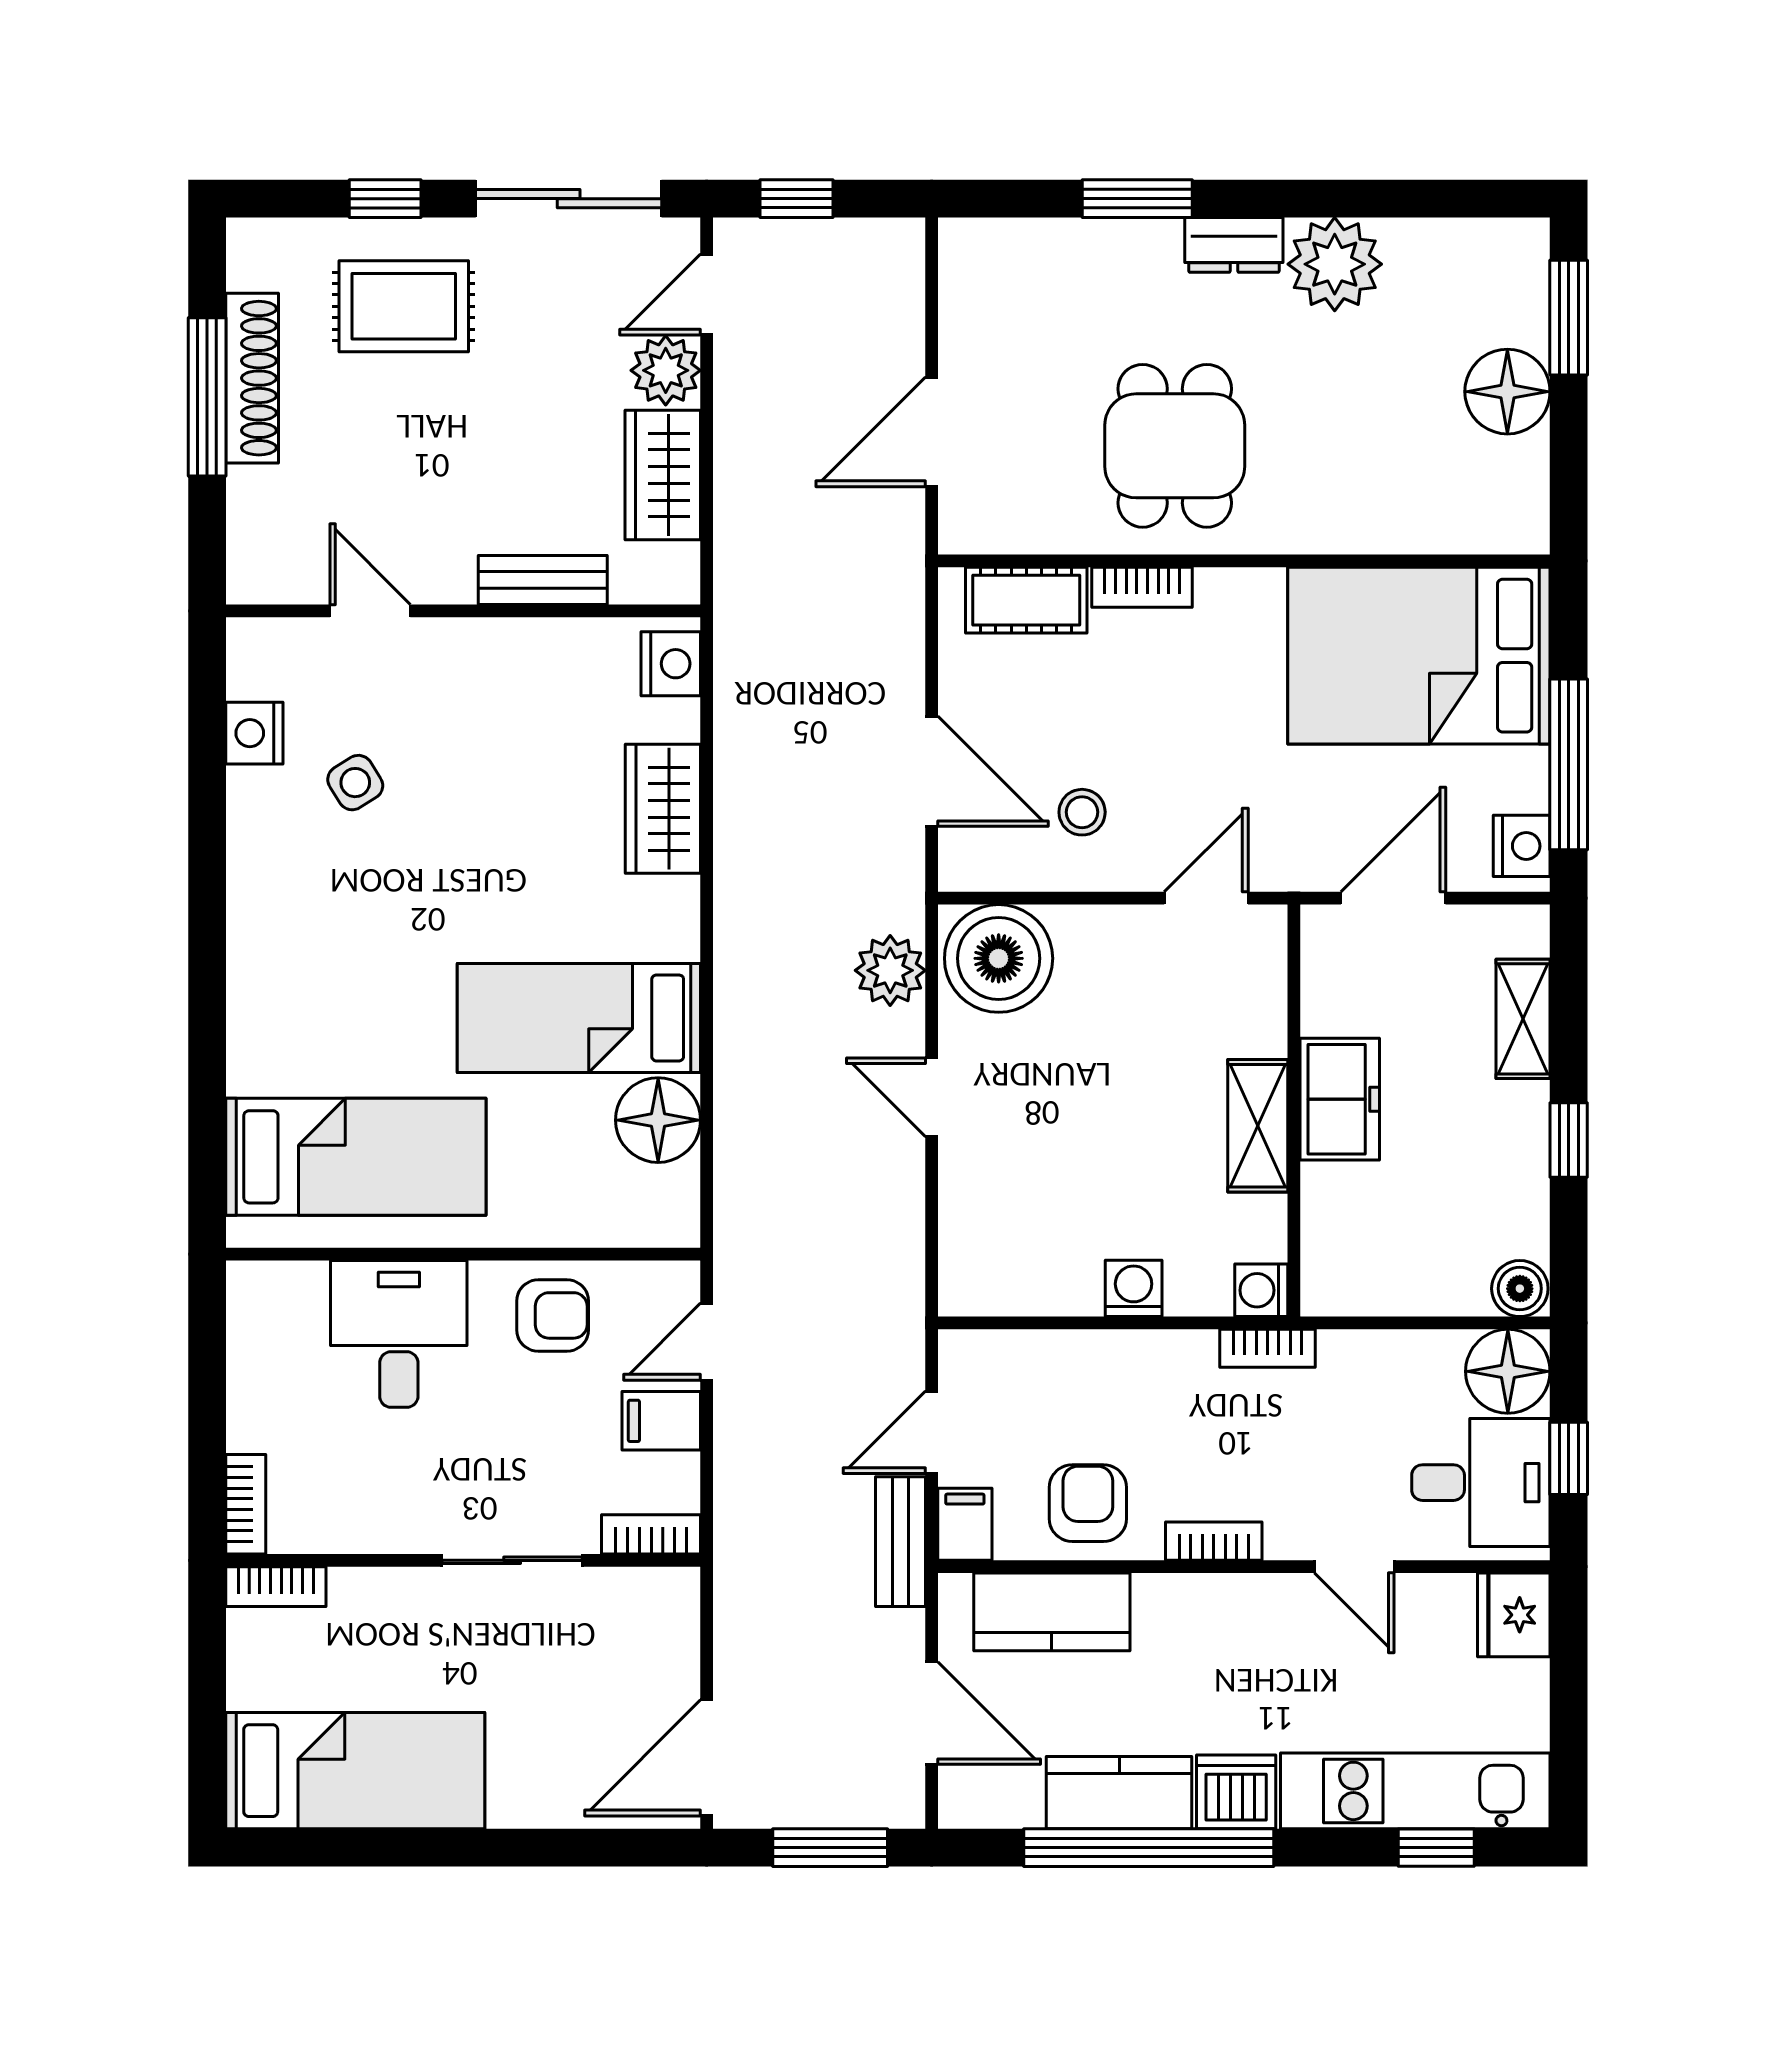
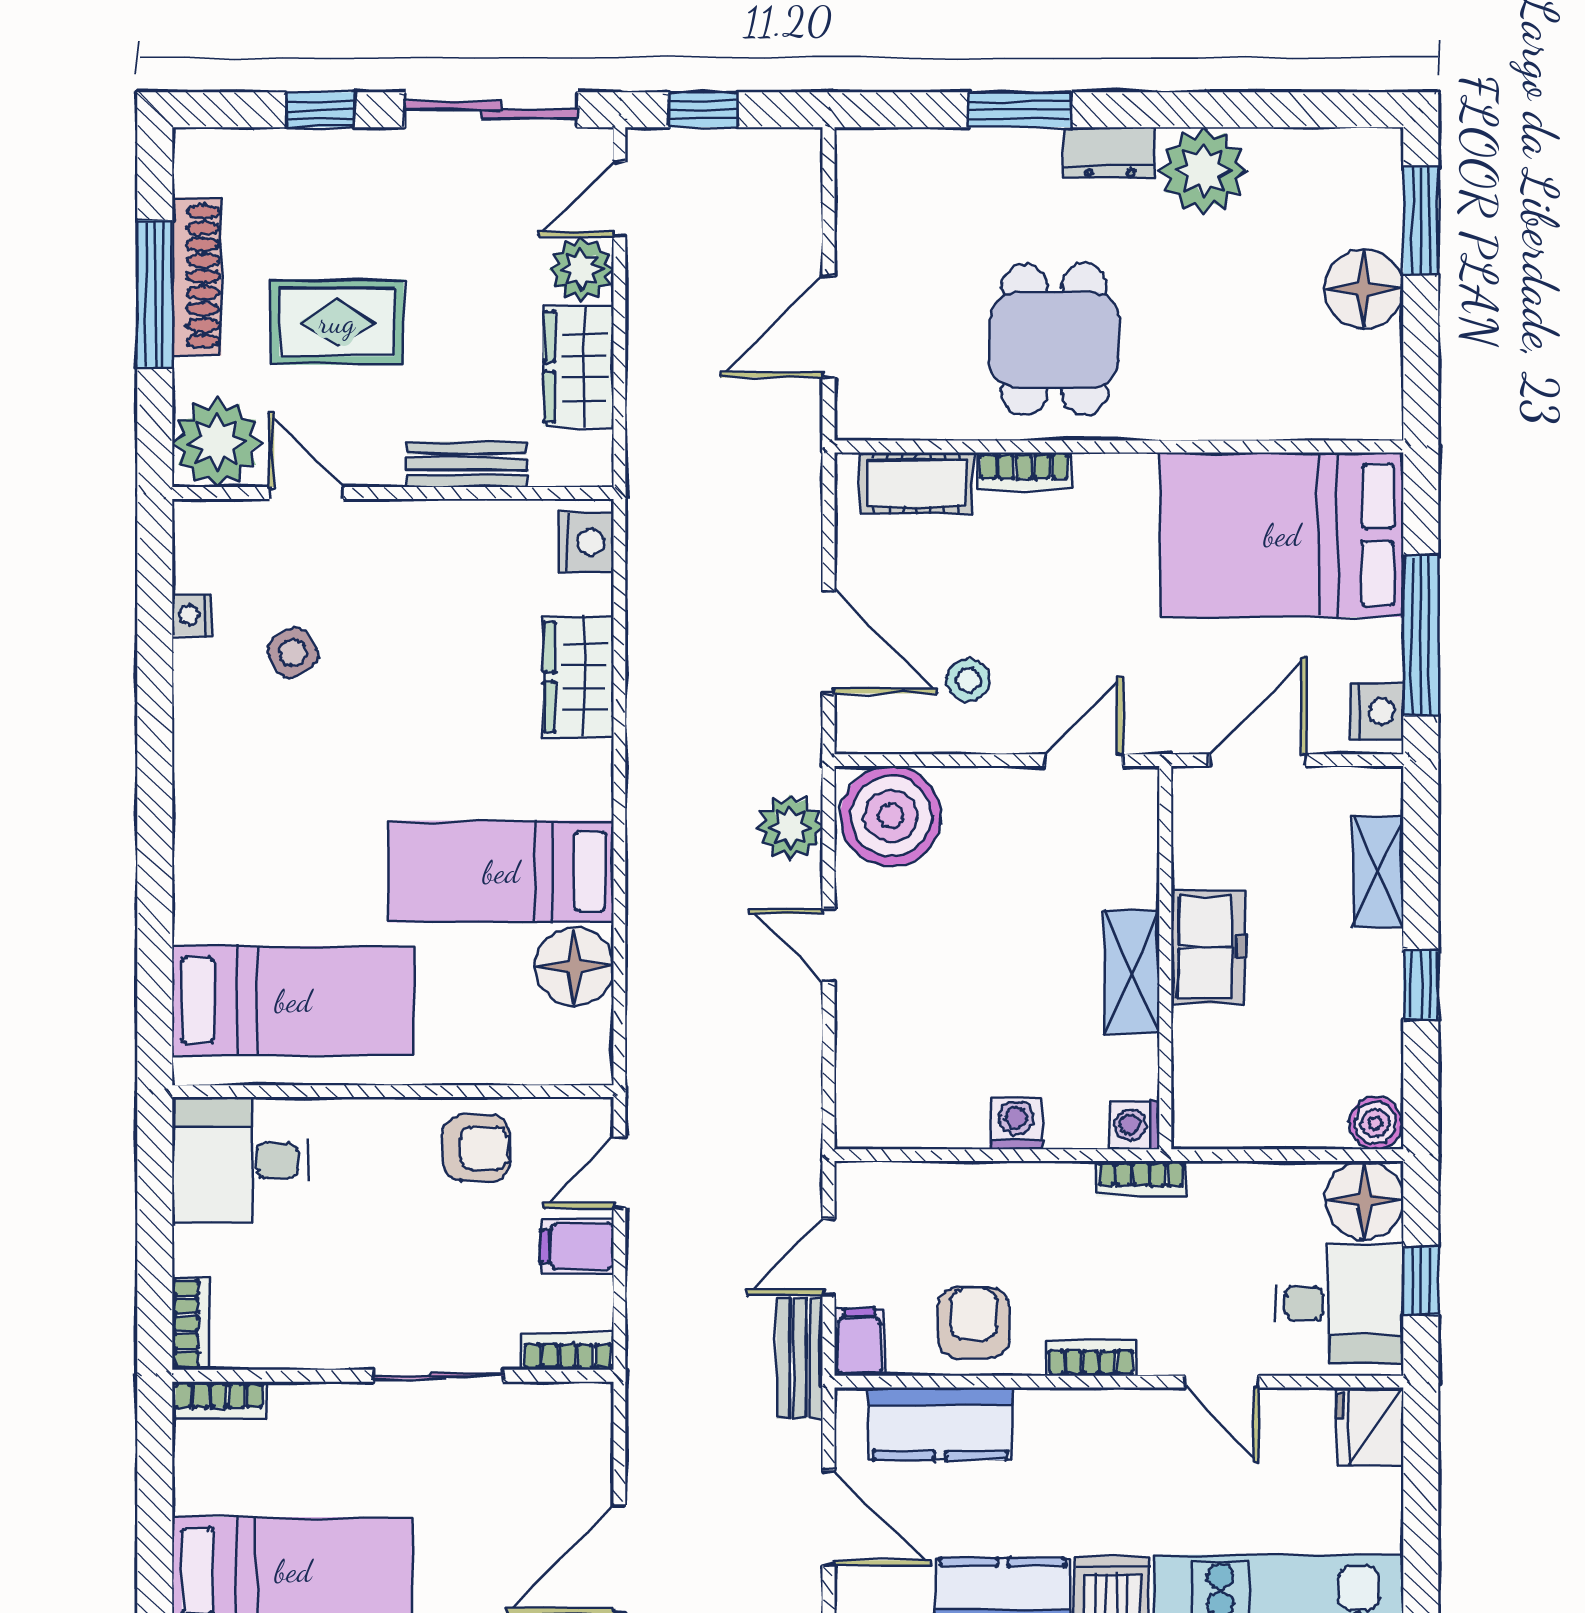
rug: (404, 306) -> (337, 322), moved
plant: (274, 556) -> (217, 442), added
nightstand: (254, 733) -> (192, 615), width x0.72, depth x0.74
desk: (399, 1334) -> (241, 1160), moved, turned -90

